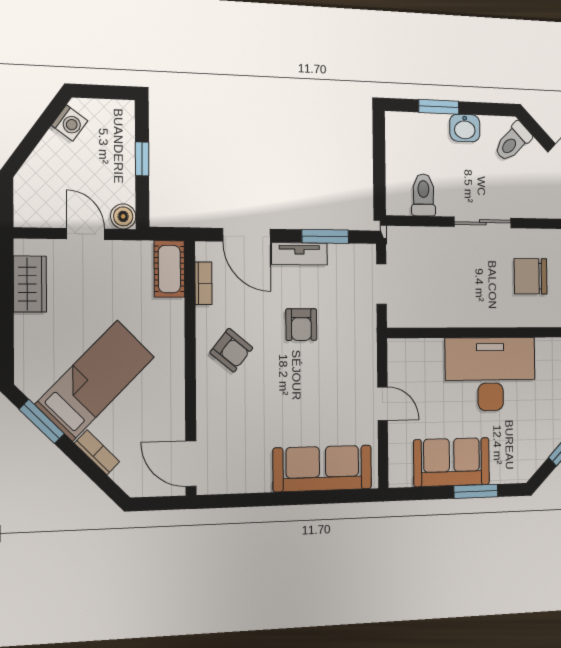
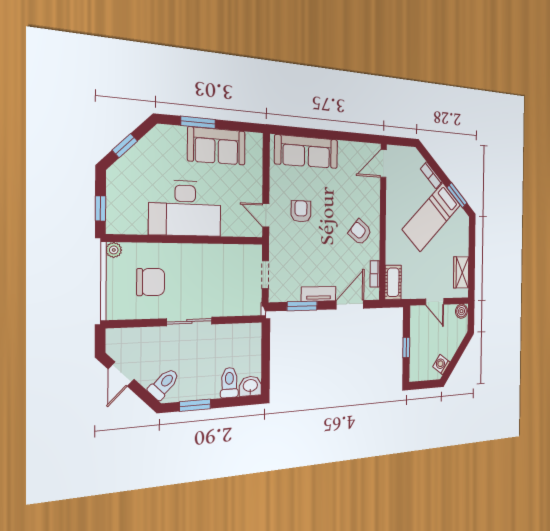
window: (439, 107) -> (195, 405), moved
washbasin: (465, 128) -> (250, 386), moved
toilet: (423, 195) -> (229, 383), moved, turned 180
boiler: (123, 216) -> (461, 311), moved
door: (247, 235) -> (350, 305), hinge flipped
armchair: (301, 325) -> (301, 211), moved
door: (383, 404) -> (266, 215), moved
door: (191, 464) -> (384, 163), swing flipped

